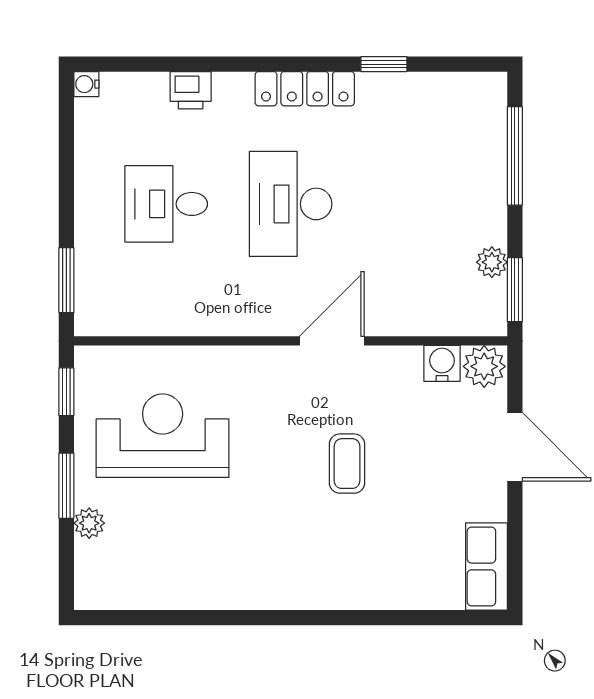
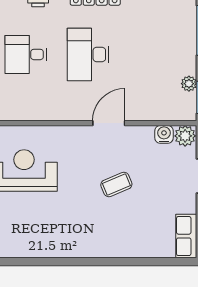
coffee table: (347, 464) -> (116, 184), turned 67

